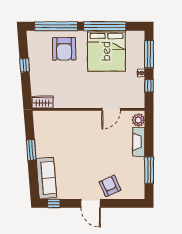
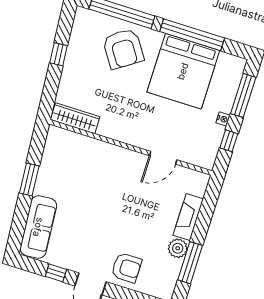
armchair: (64, 49) -> (123, 49), turned -34
wardrobe: (43, 102) -> (75, 118), width x1.50
plant: (138, 120) -> (178, 248), moved
armchair: (110, 186) -> (126, 268), turned 114
window: (54, 203) -> (56, 273), moved

